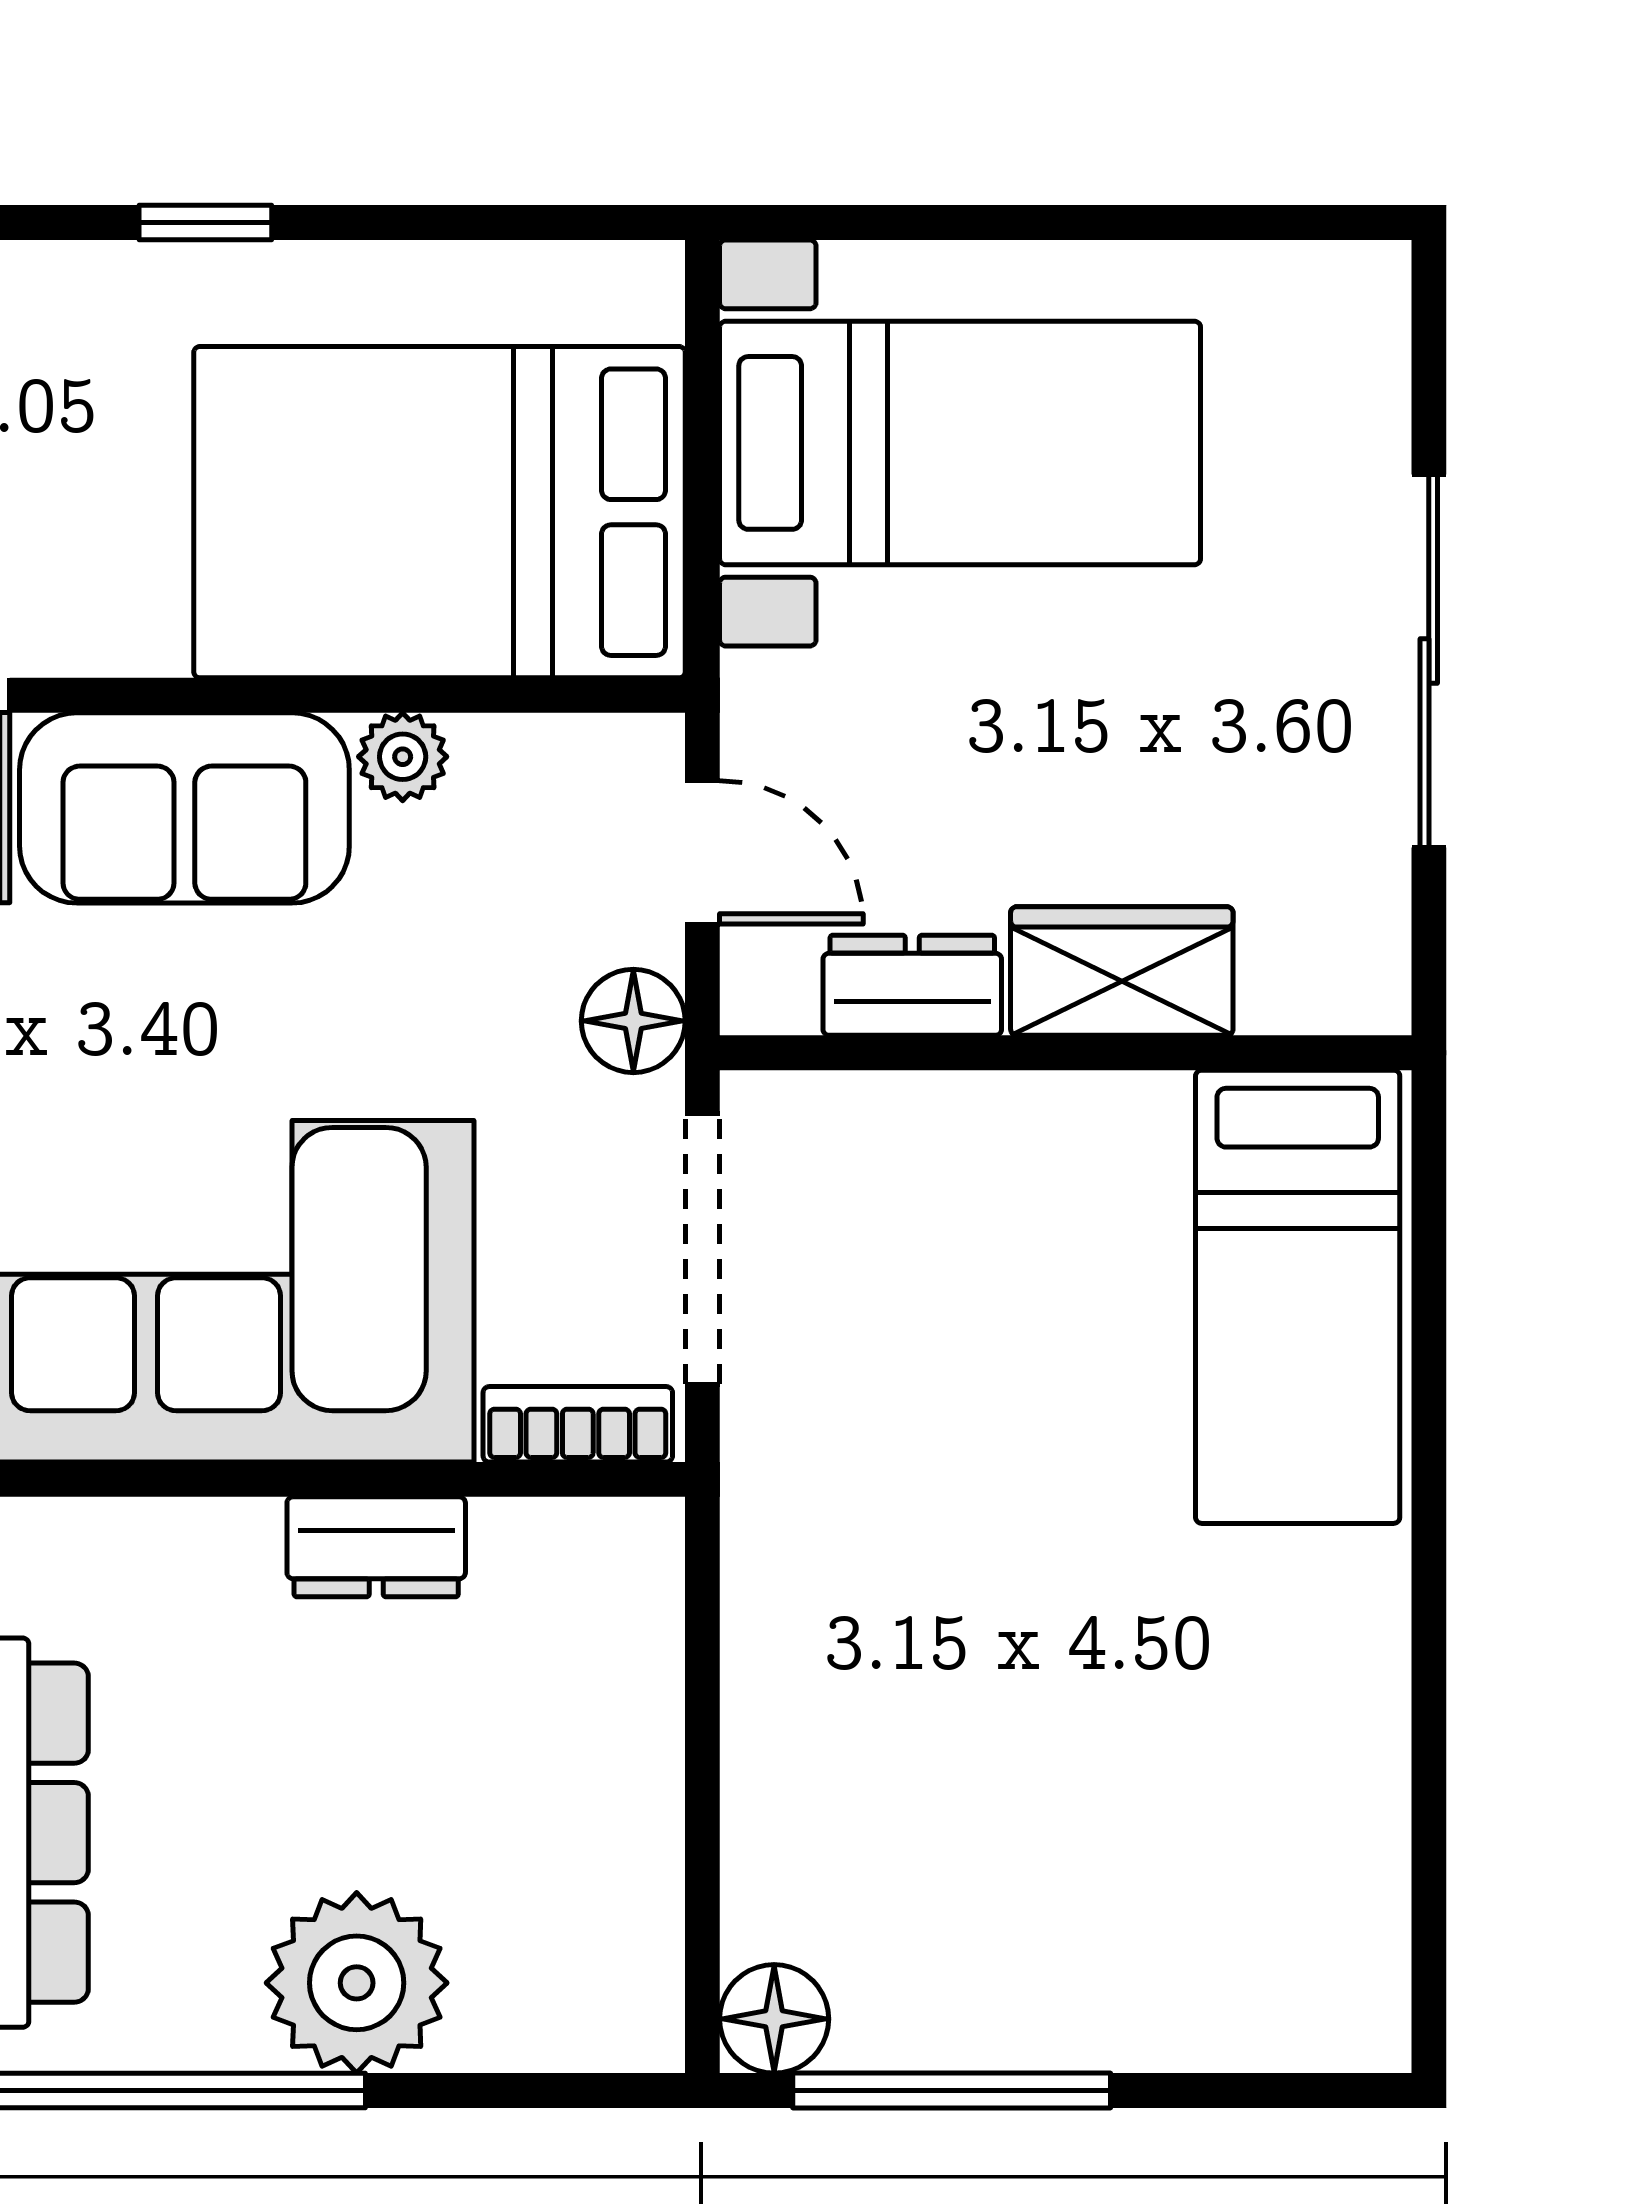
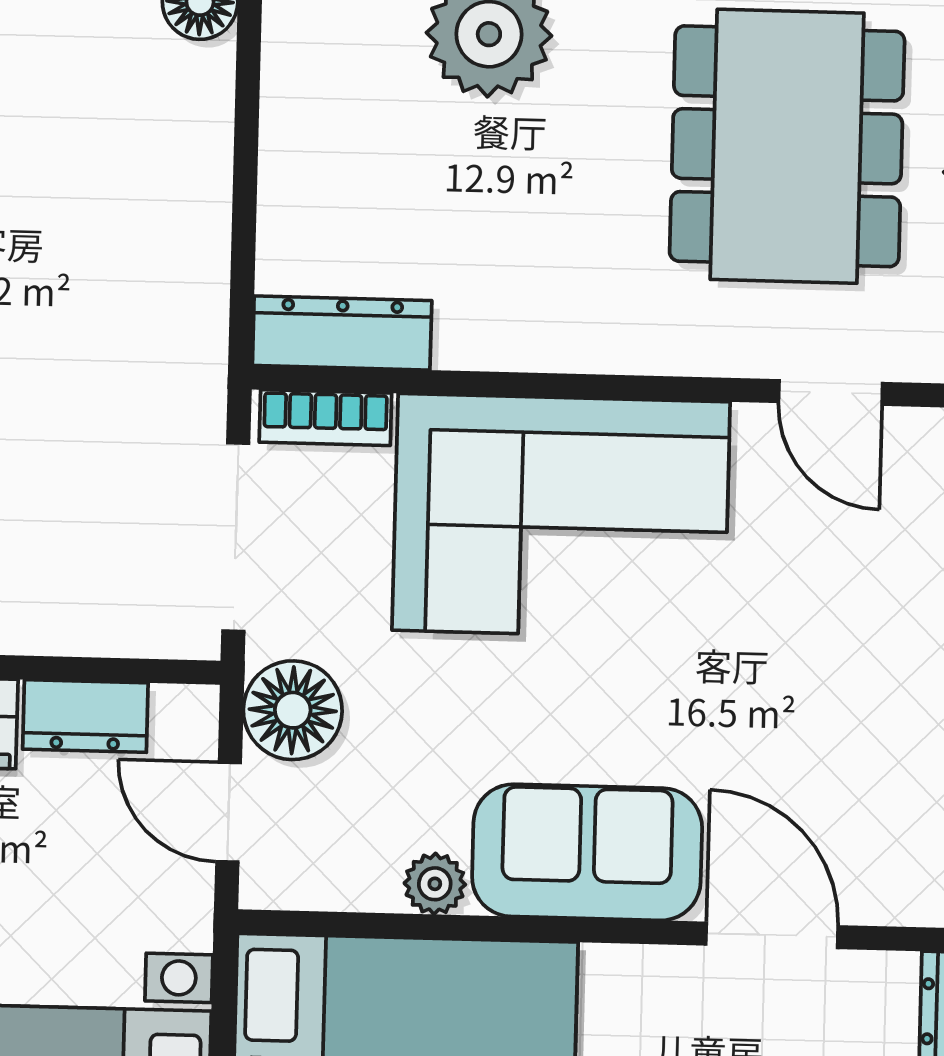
floor lamp: (633, 1021) -> (293, 710), width x1.38, depth x1.38
dresser: (376, 1547) -> (342, 333), moved, width x1.44

